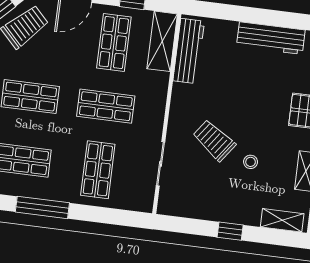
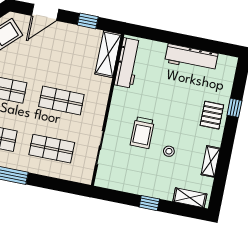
shop shelf: (114, 43) -> (71, 52), removed
trolley: (214, 140) -> (142, 133), turned -126
shop shelf: (98, 170) -> (52, 149), turned 90

